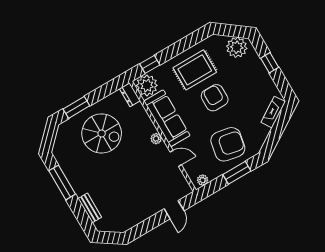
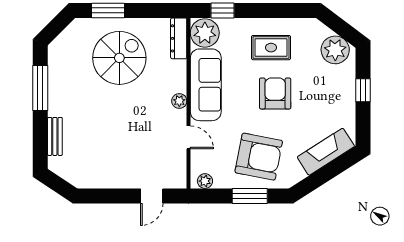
rug: (195, 70) -> (271, 48), width x0.73, depth x0.70
dresser: (130, 95) -> (179, 38), width x1.44
fireplace: (273, 112) -> (326, 152), width x1.37, depth x1.32
spiral stairs: (102, 133) -> (119, 58), turned -90

